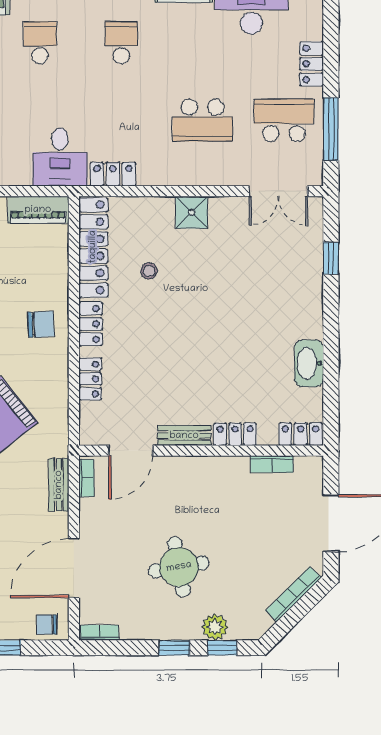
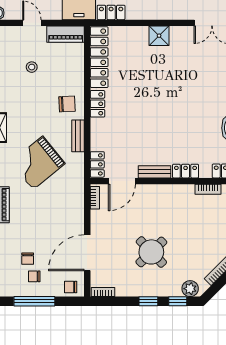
stool: (149, 271) -> (133, 71), removed
locker: (90, 379) -> (97, 164), moved
bench: (59, 485) -> (78, 136), moved
round table: (179, 567) -> (151, 252), turned -34
plant: (215, 627) -> (190, 289), moved

